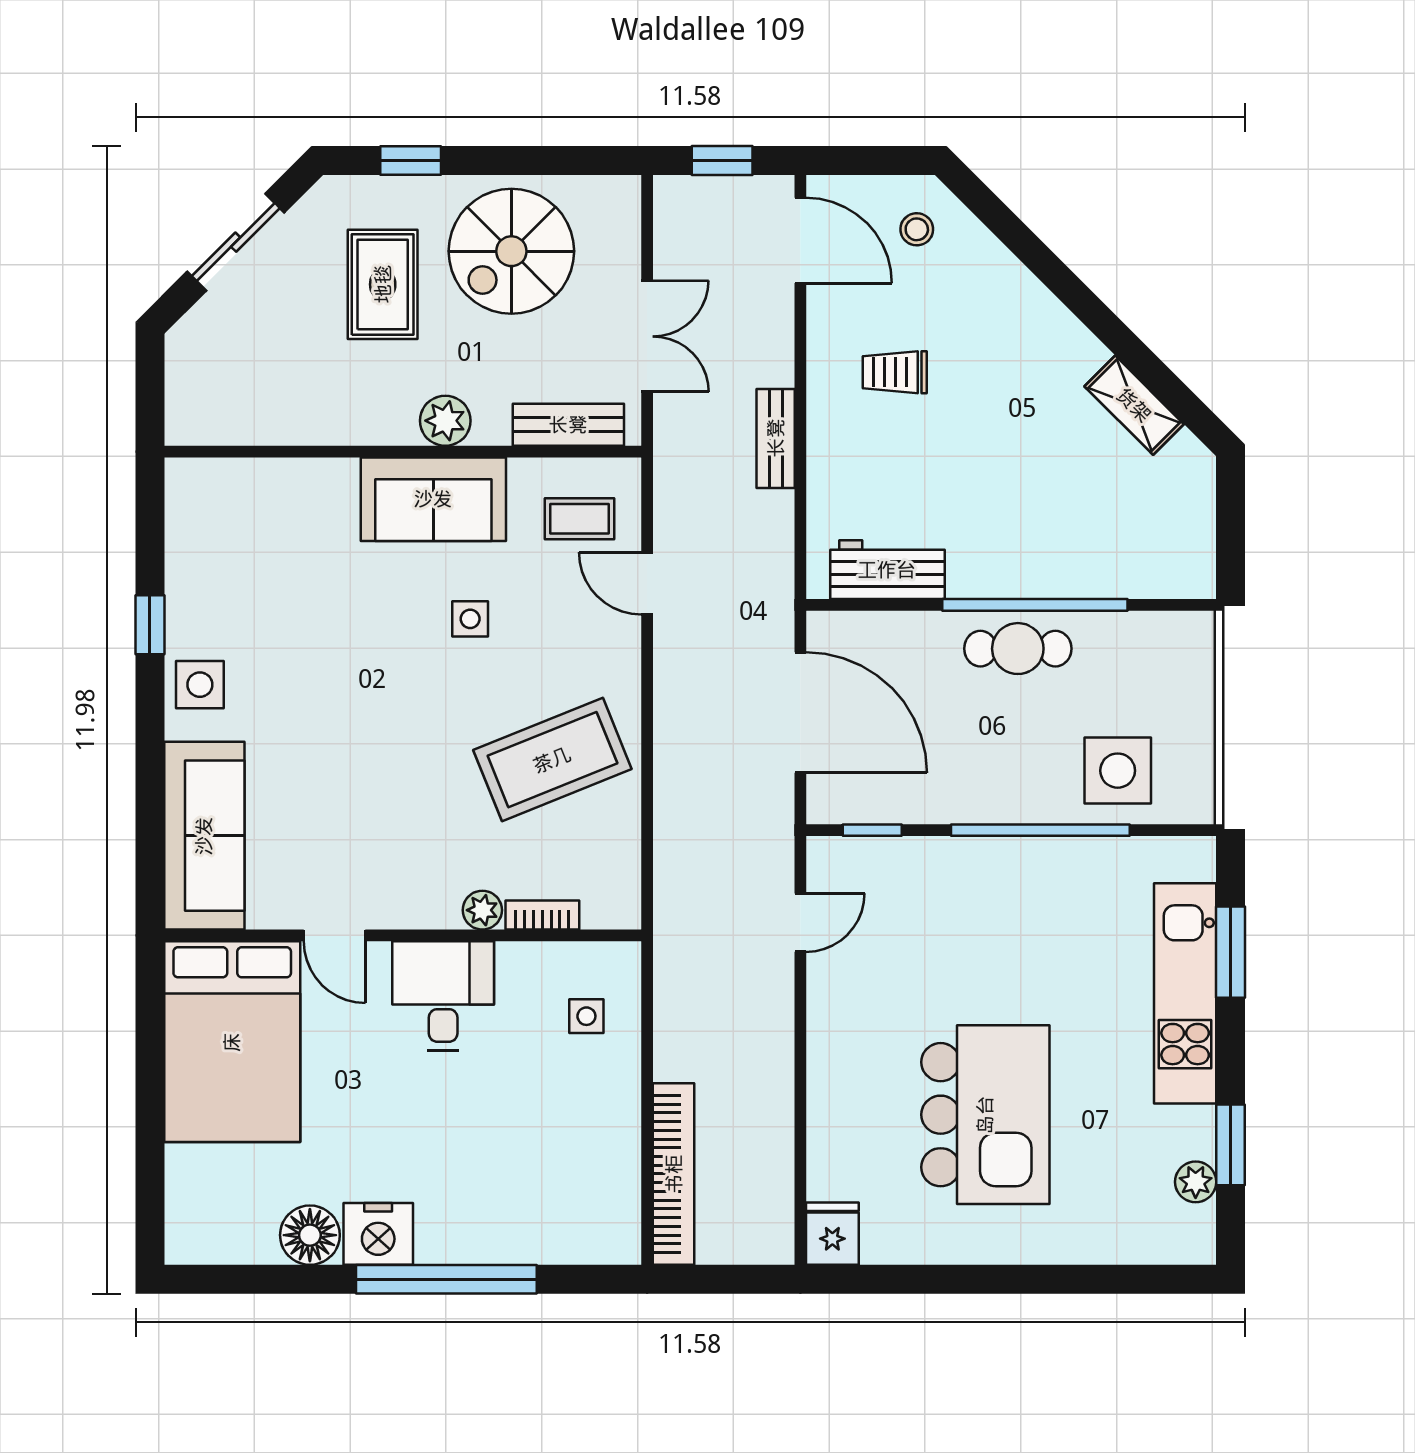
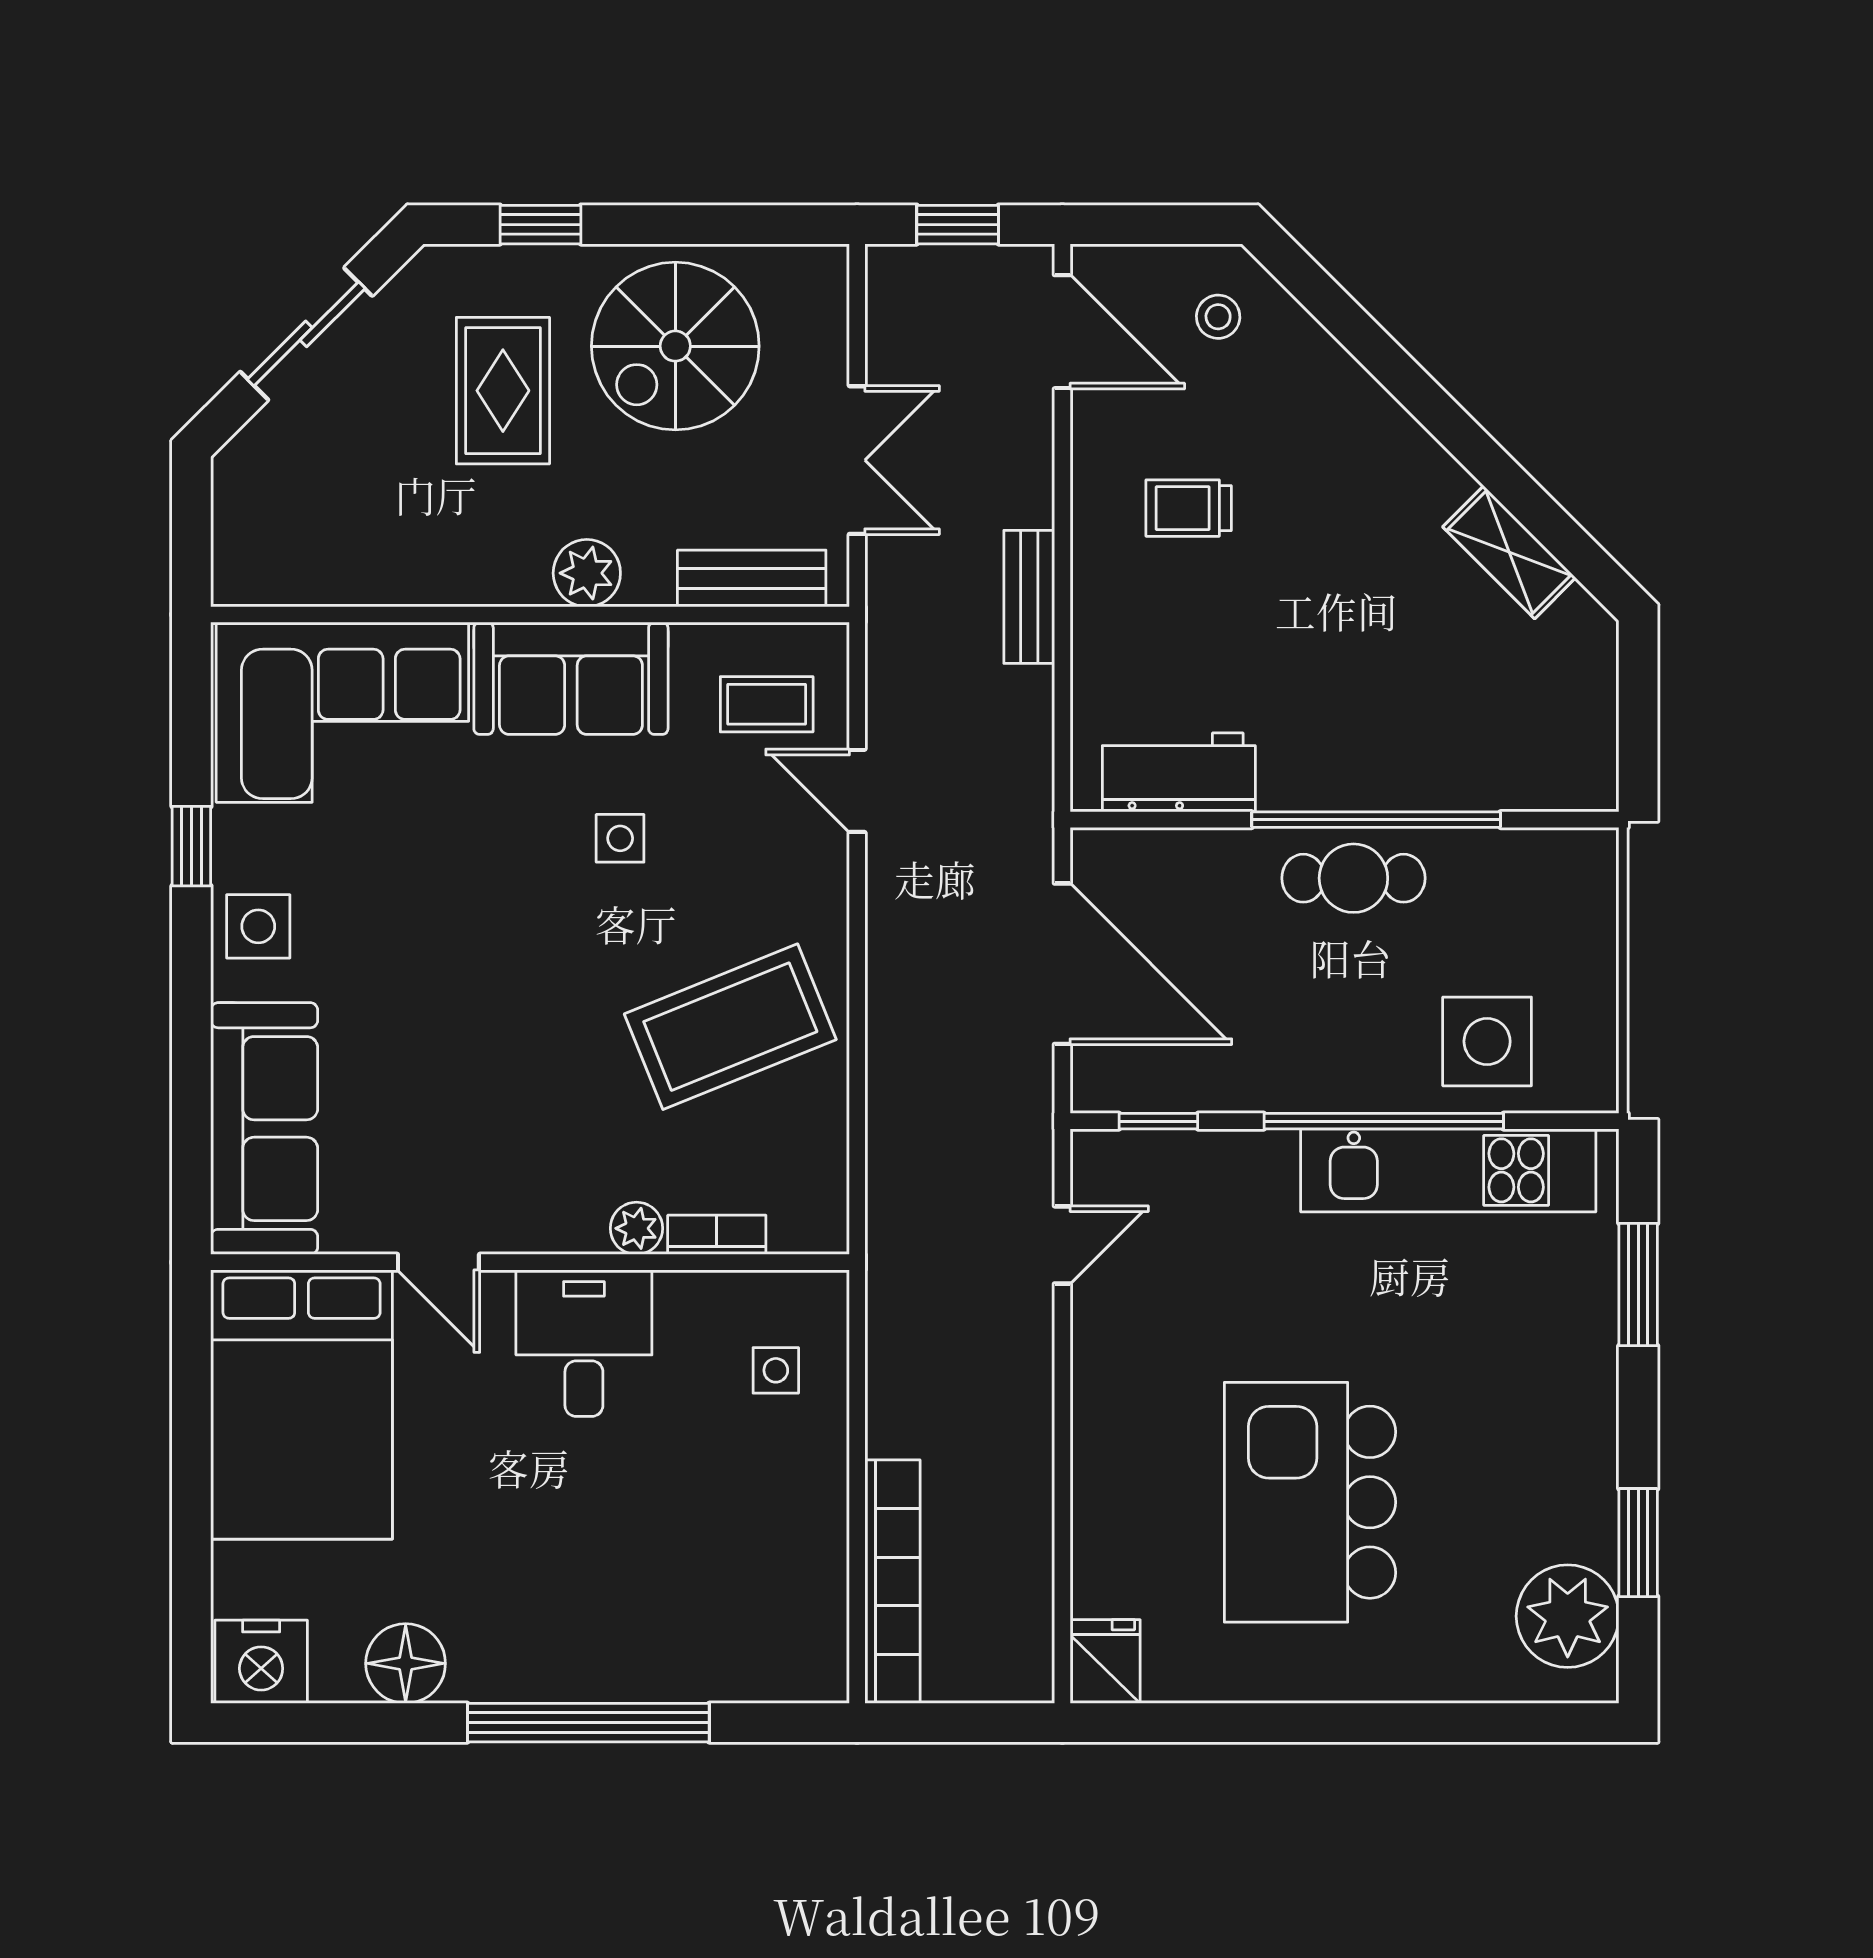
corner sofa: (263, 525) -> (342, 712), added
kitchen unit: (1185, 993) -> (1448, 1170), moved, turned -90
kitchen island: (985, 1115) -> (1310, 1502), turned 180
plant: (1196, 1182) -> (1568, 1616), width x1.87, depth x1.87
nightstand: (378, 1234) -> (261, 1662), moved

